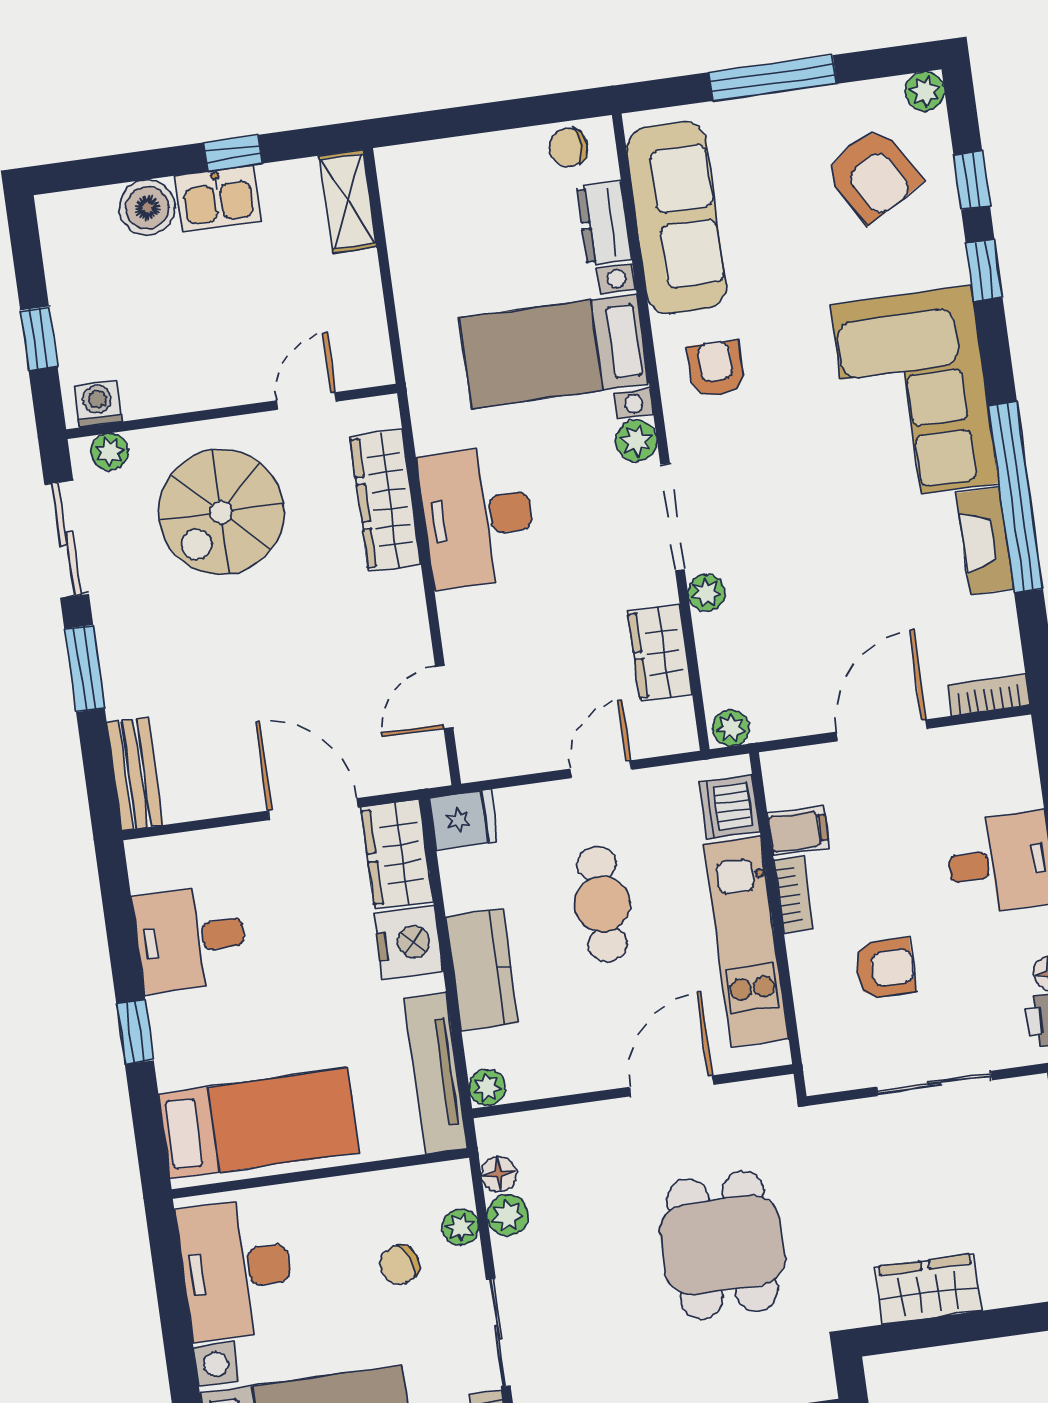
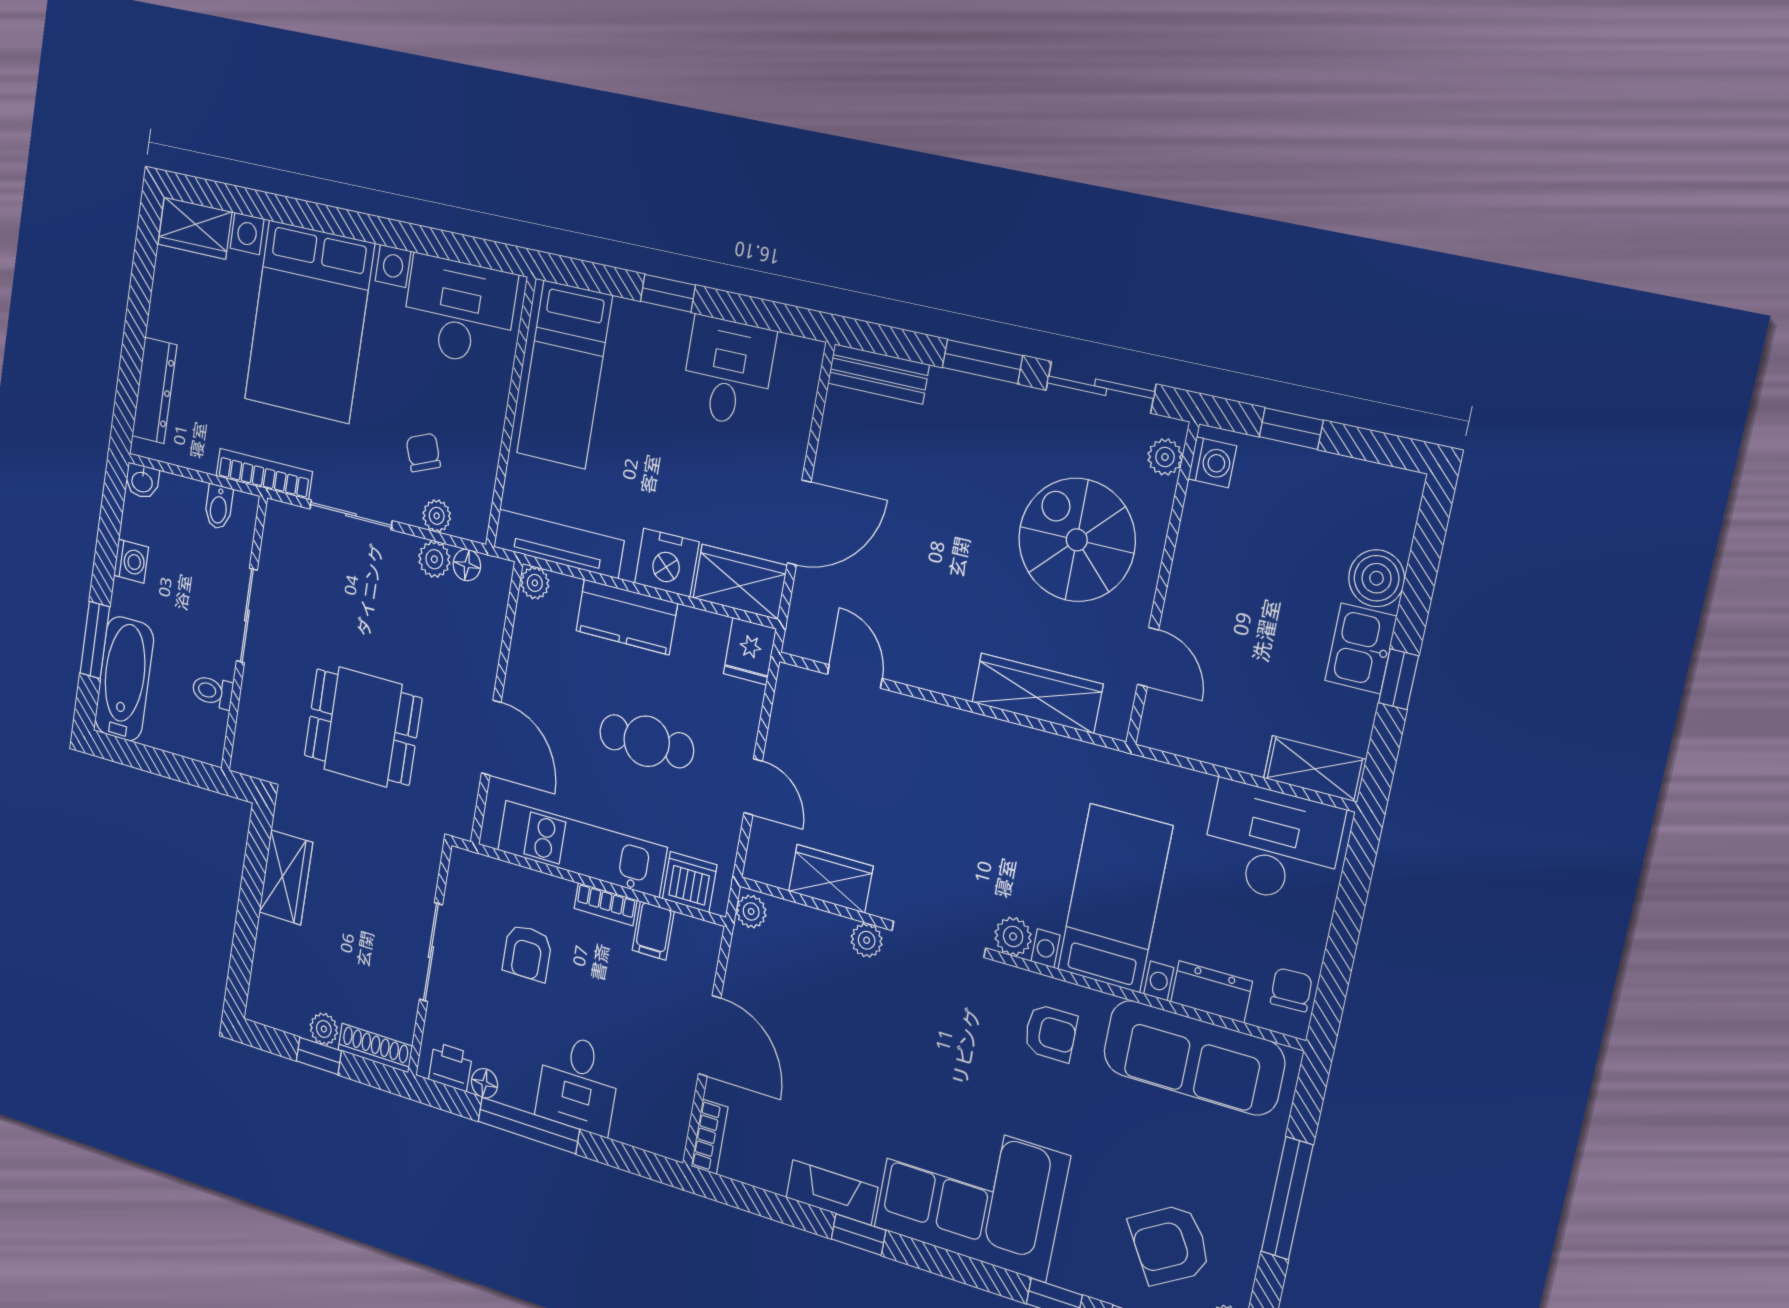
window: (1016, 497) -> (858, 1235), width x0.32
desk: (478, 517) -> (1272, 844), moved

